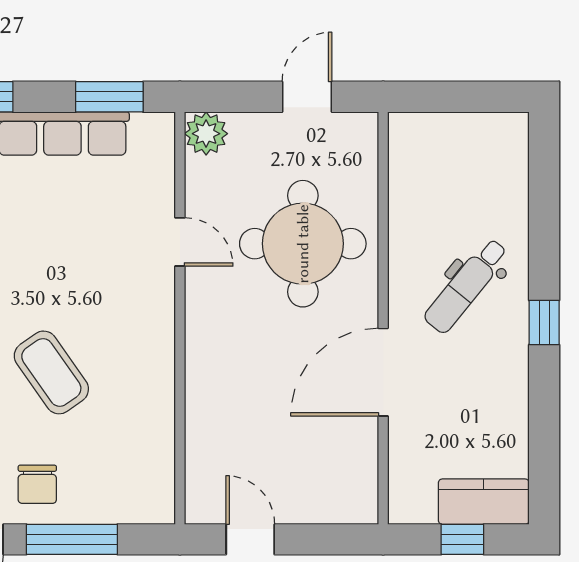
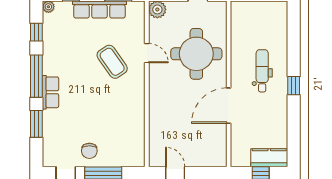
dental chair: (466, 286) -> (262, 71), turned 141
coffee table: (51, 372) -> (112, 62), moved

